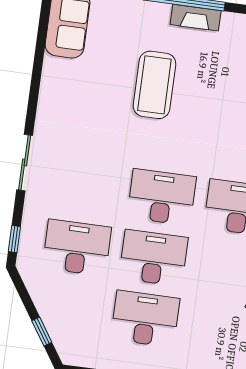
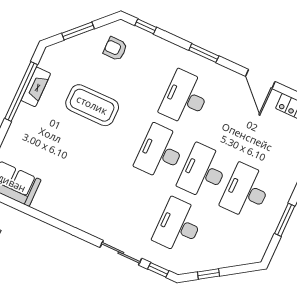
coffee table: (154, 85) -> (92, 105), moved
sliding door: (25, 163) -> (121, 253), moved
window: (42, 332) -> (208, 274), moved

